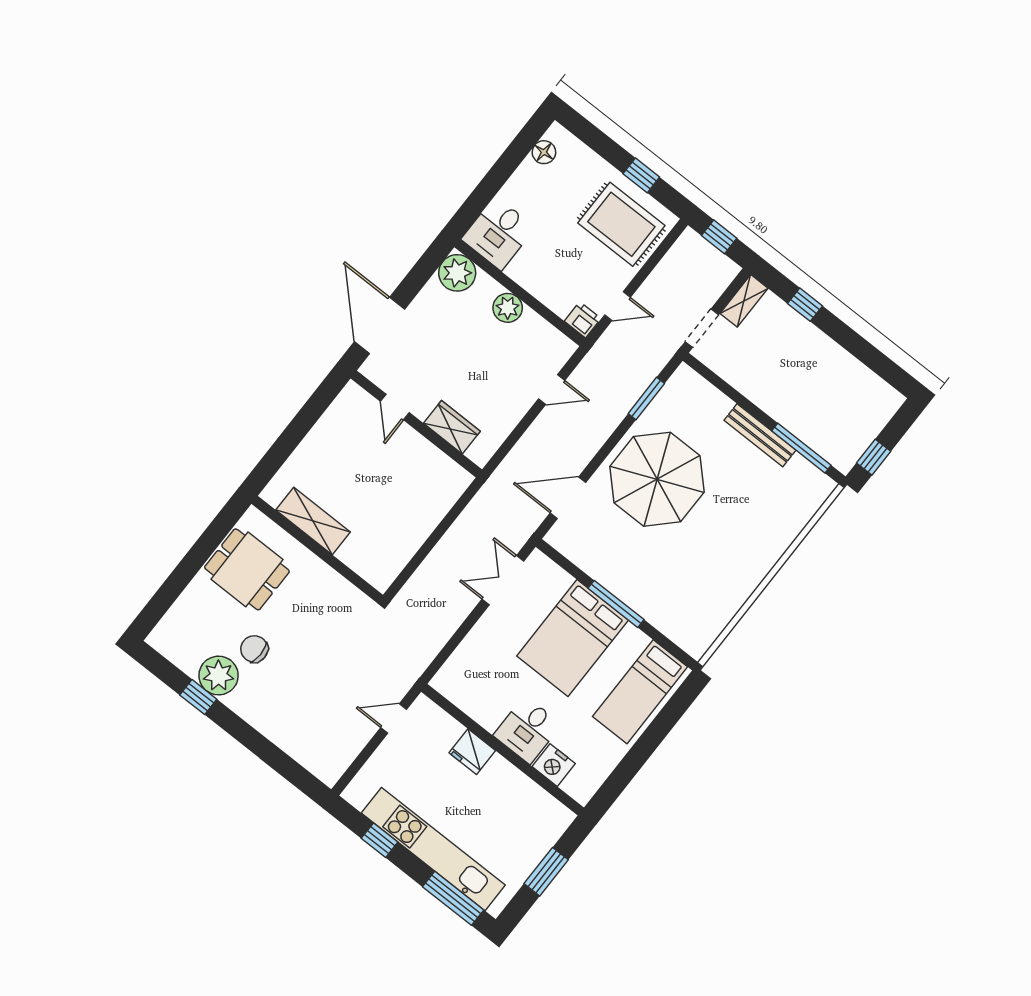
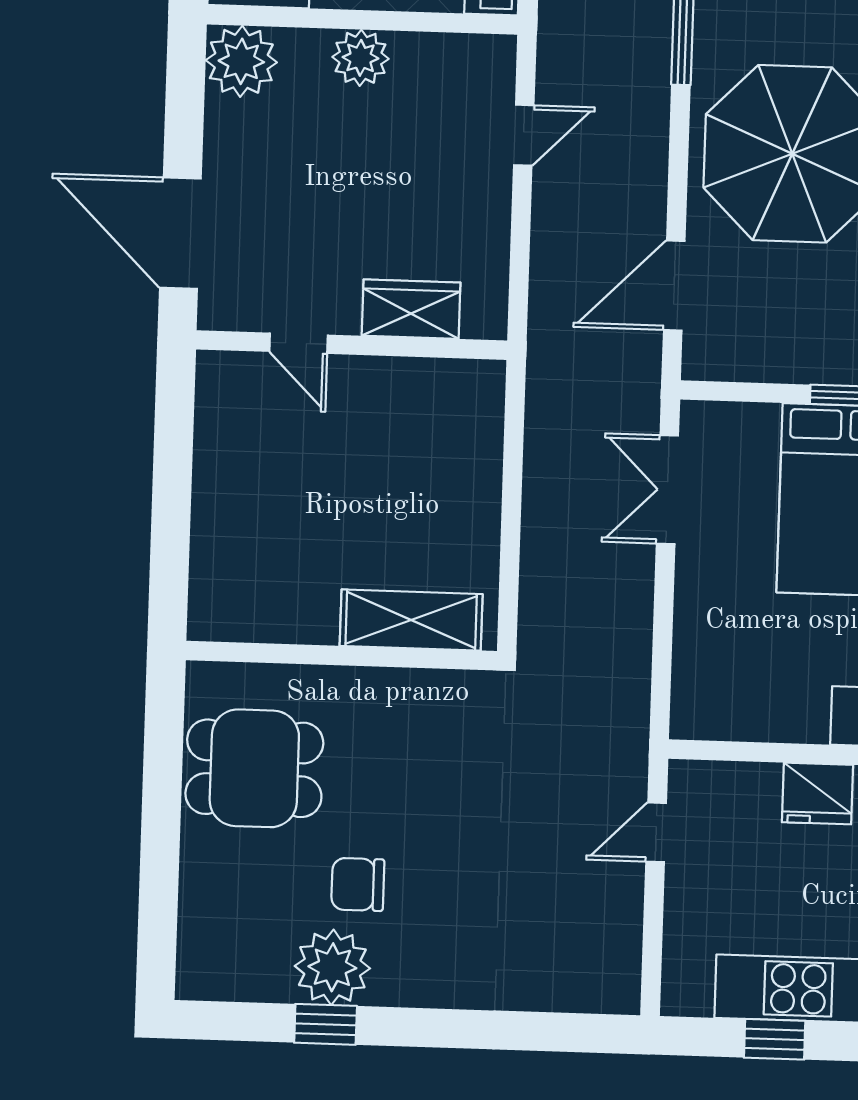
shelving: (313, 521) -> (411, 620), moved

